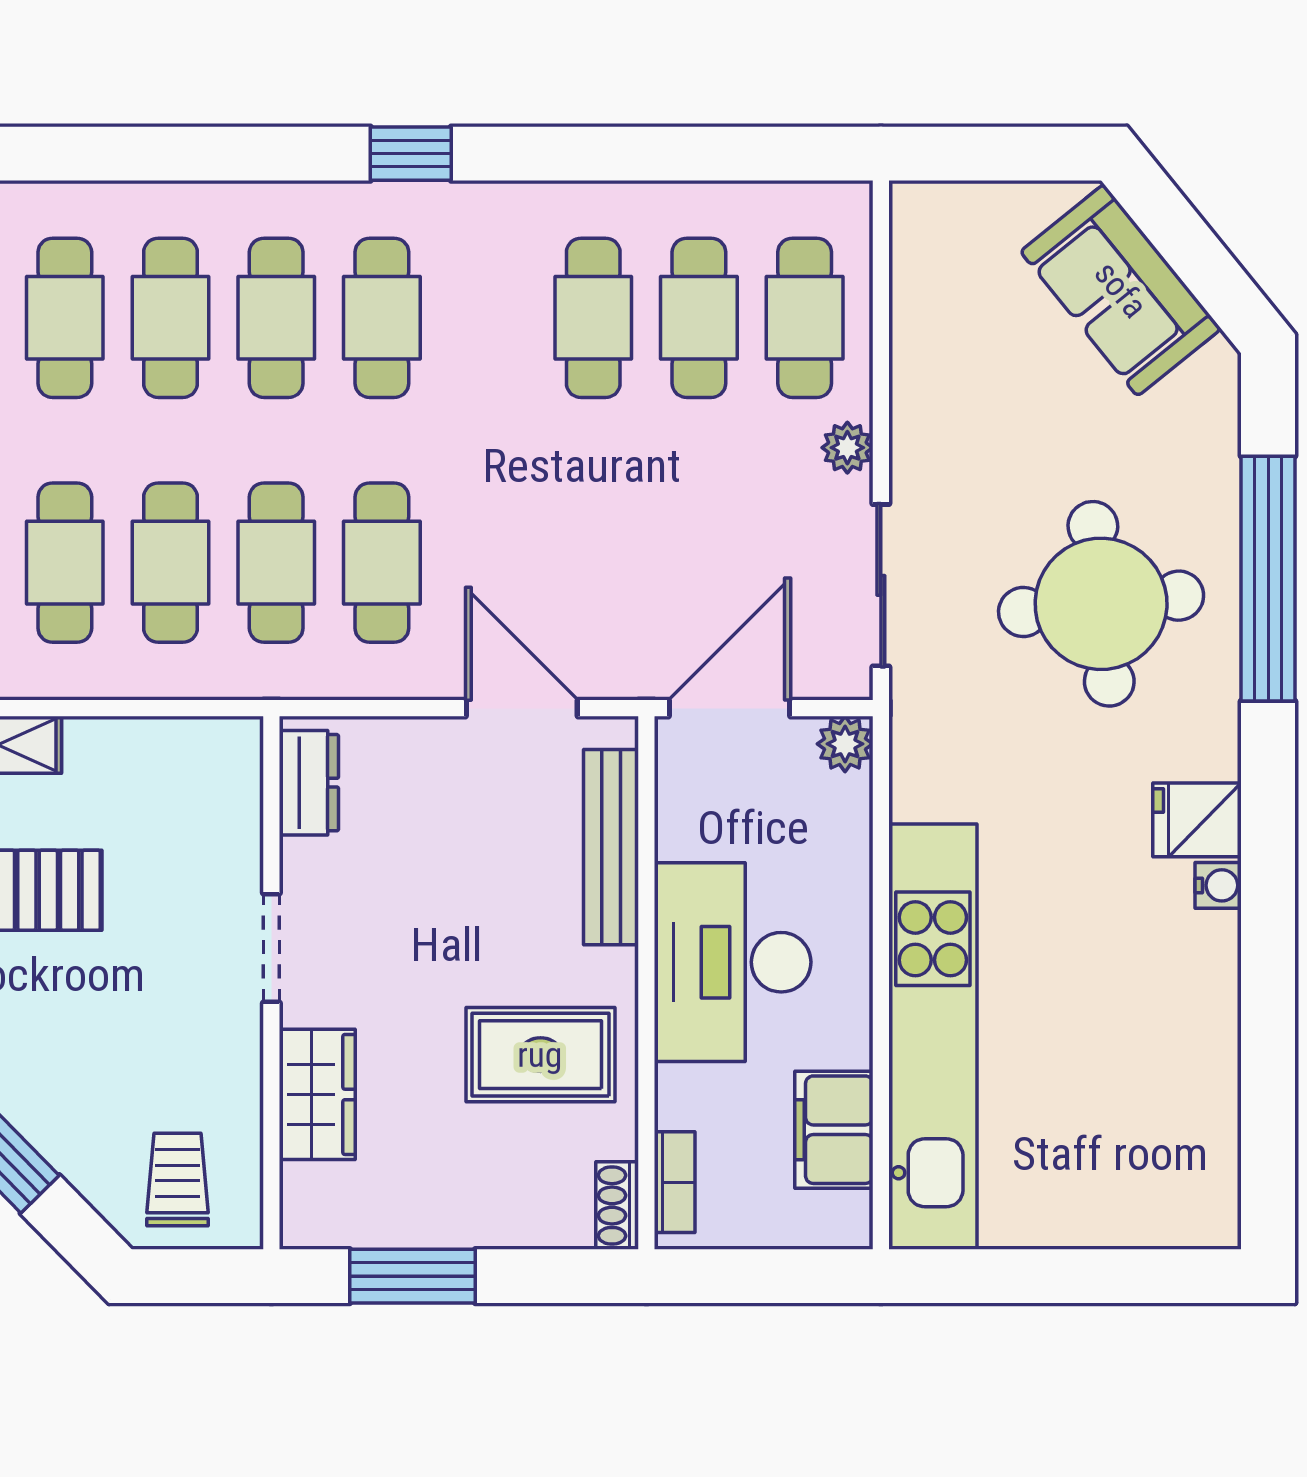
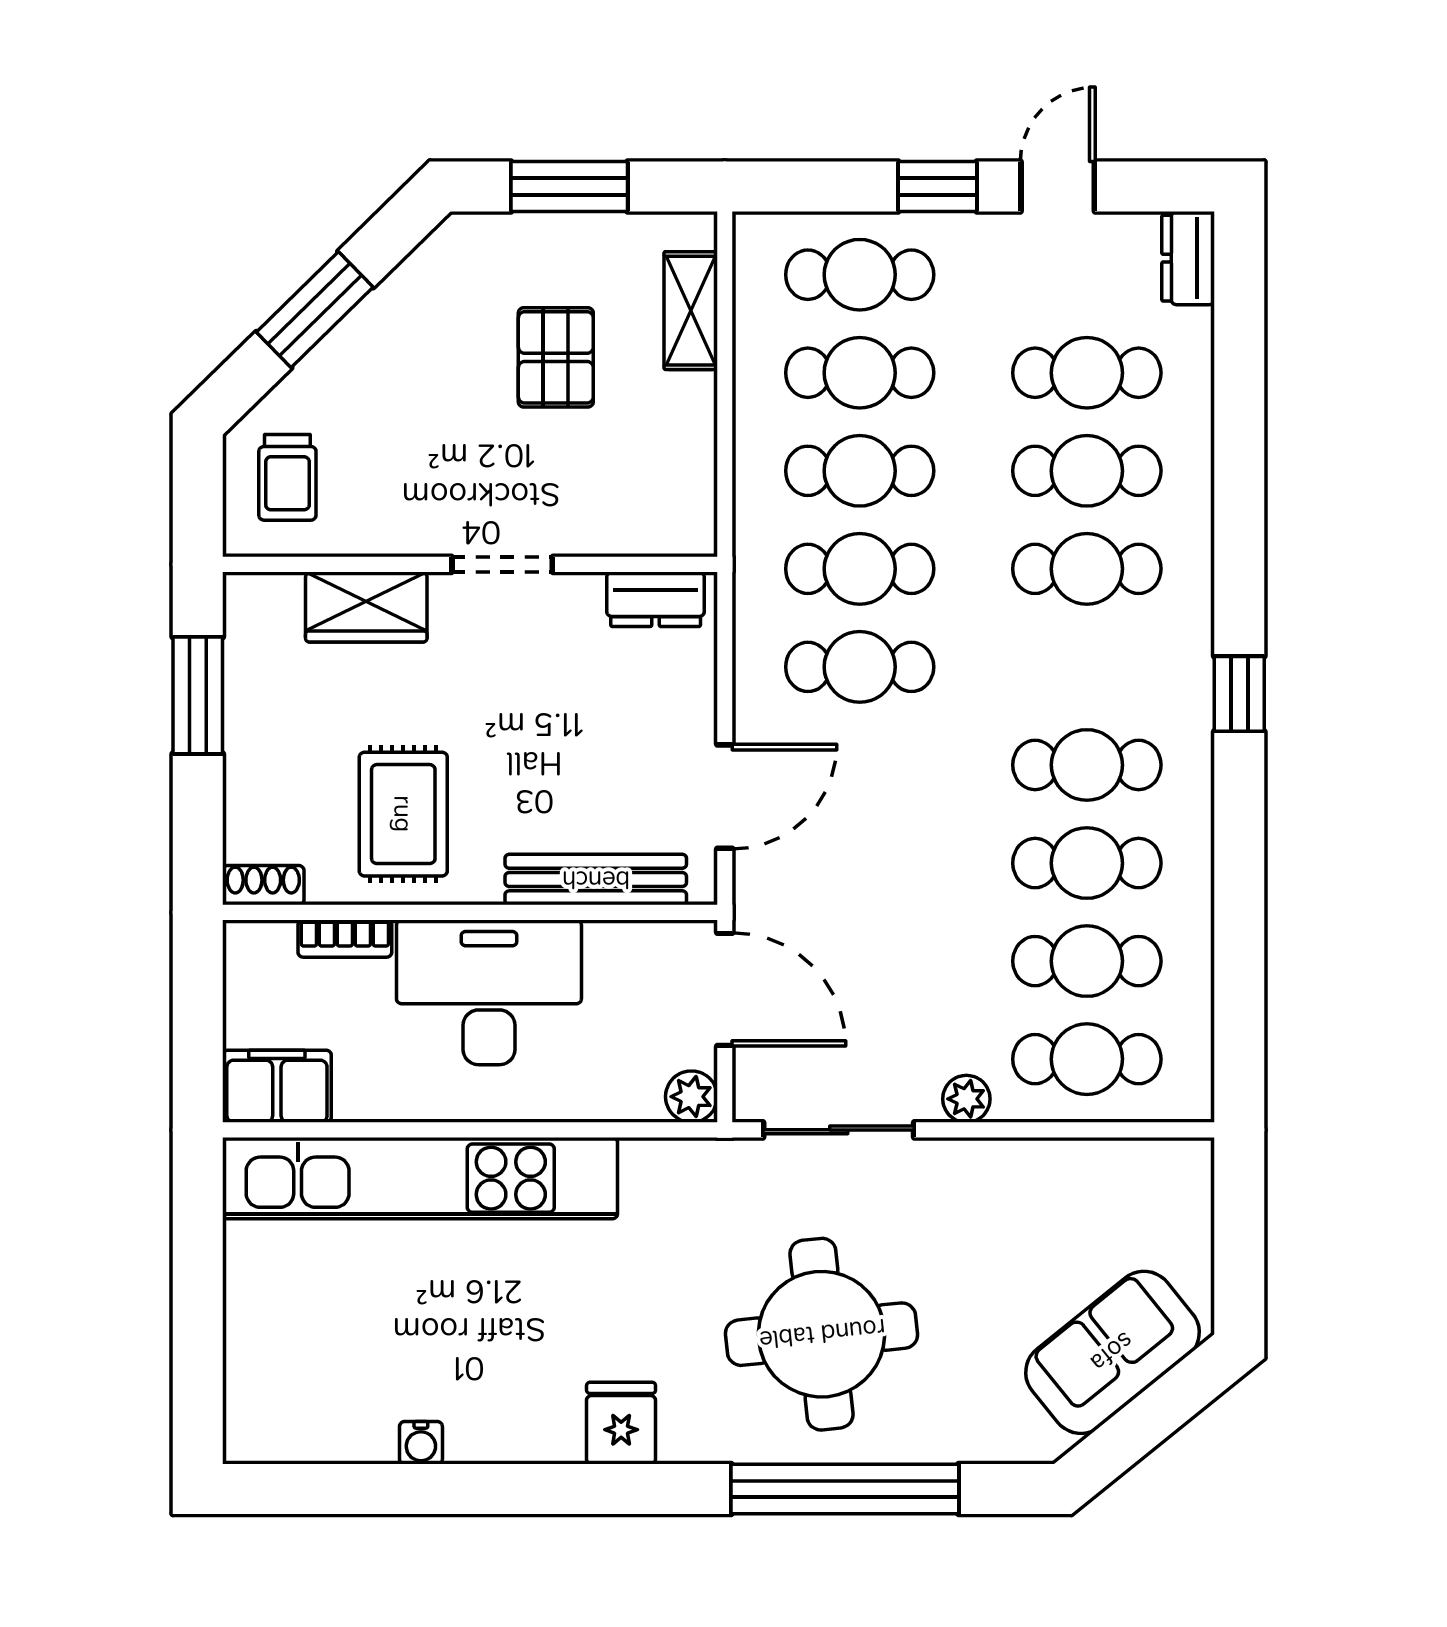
cafe table: (382, 318) -> (1087, 765), moved
water cooler: (1218, 885) -> (421, 1443), moved
filing cabinet: (834, 1130) -> (277, 1086), moved
trolley: (177, 1179) -> (287, 477), turned 90
bookcase: (675, 1182) -> (345, 939), moved

